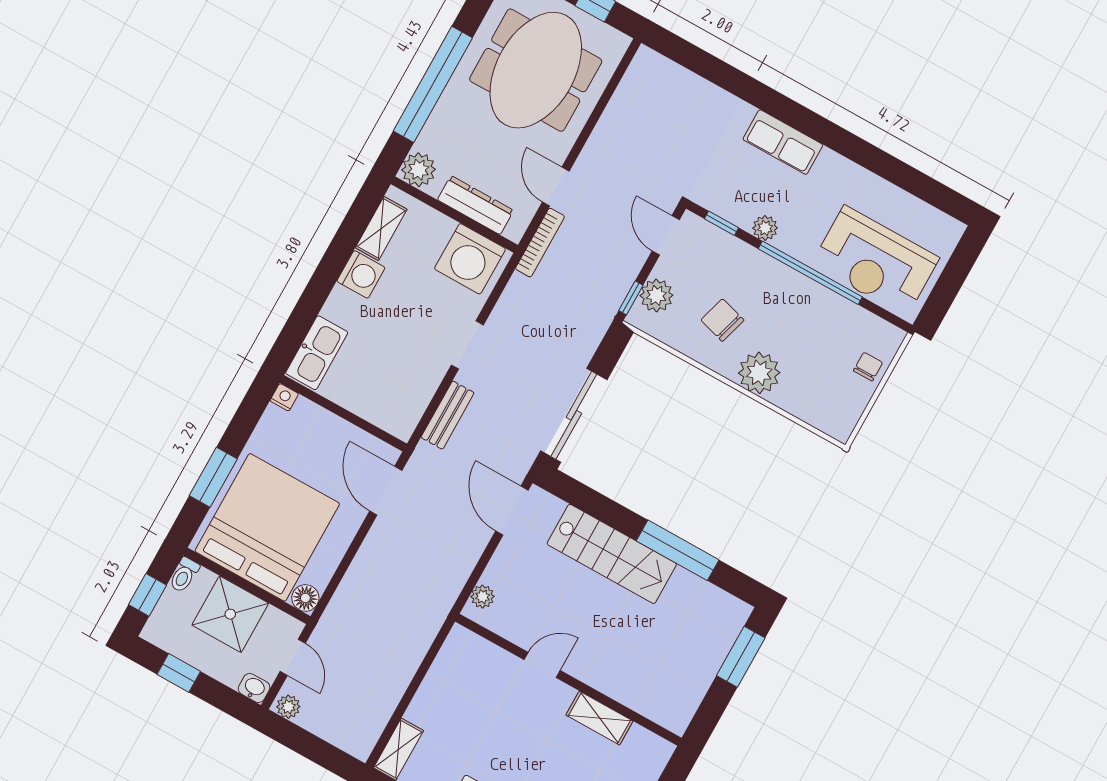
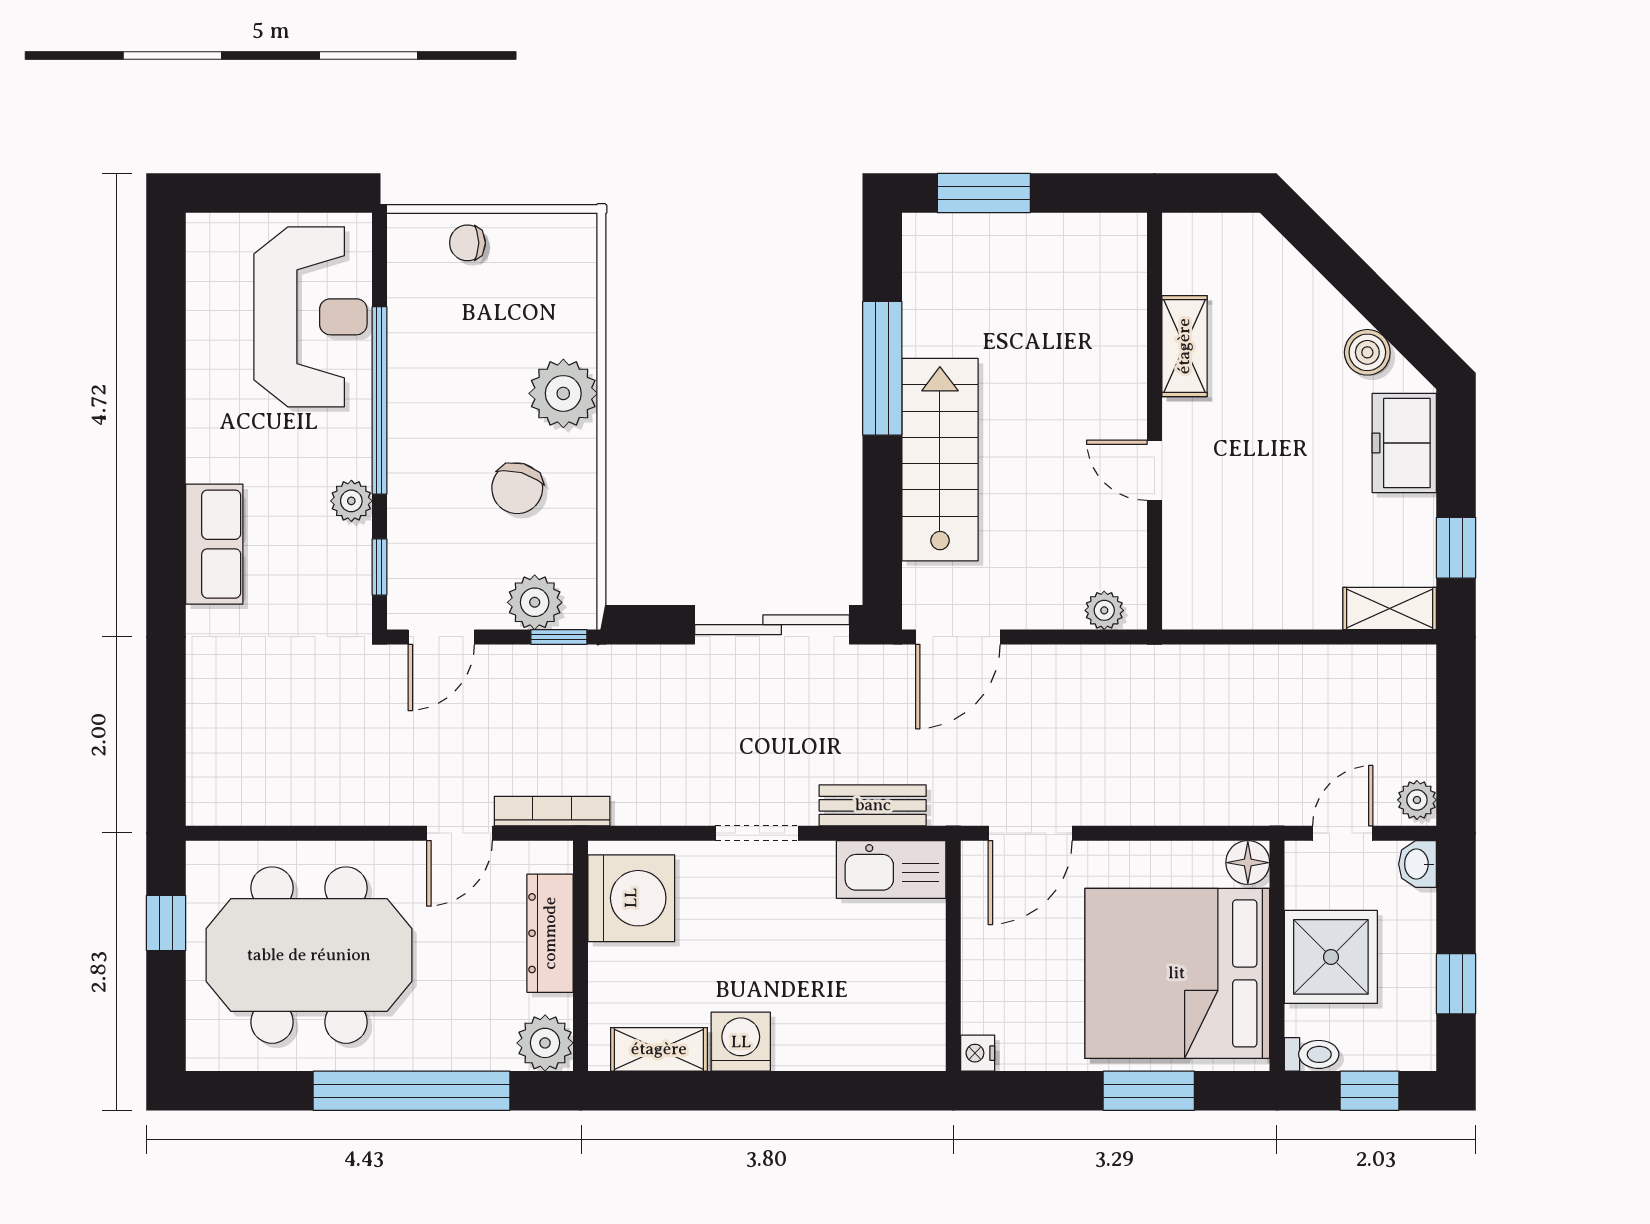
kitchen sink: (317, 353) -> (891, 869), moved, turned 180

